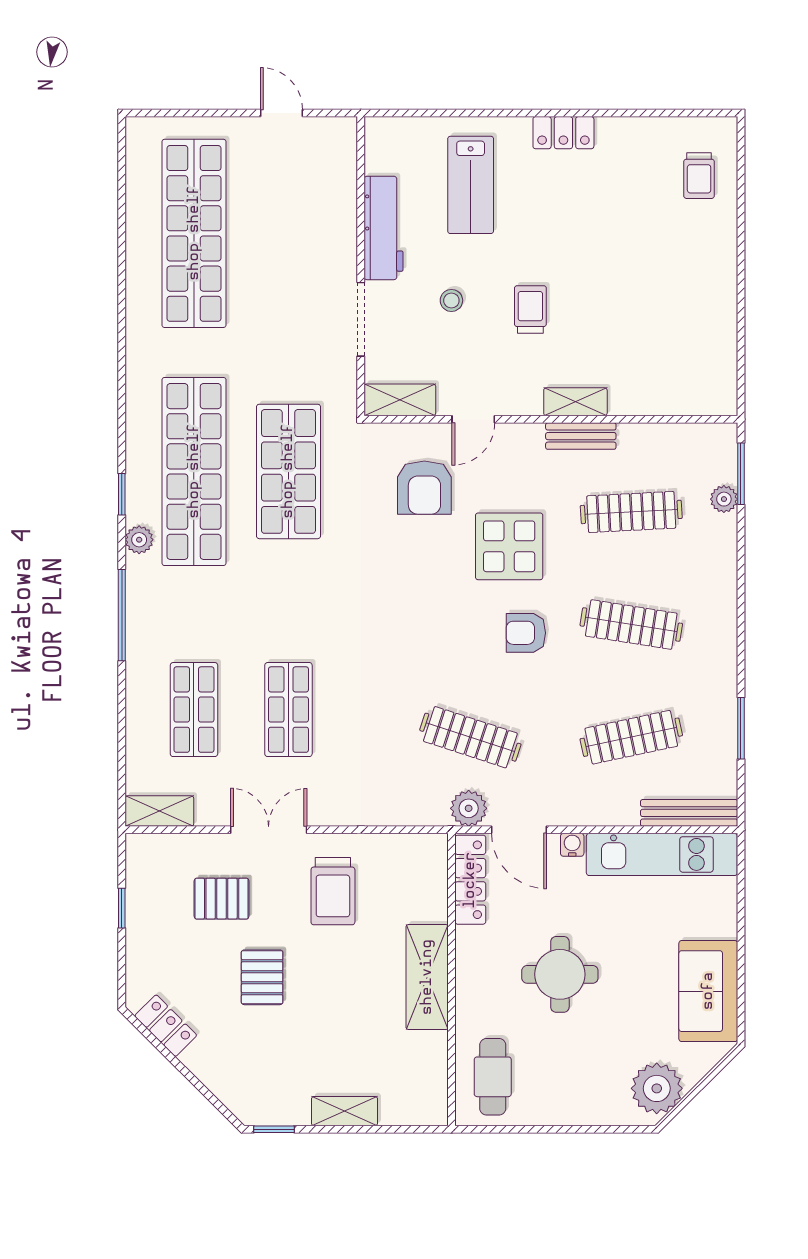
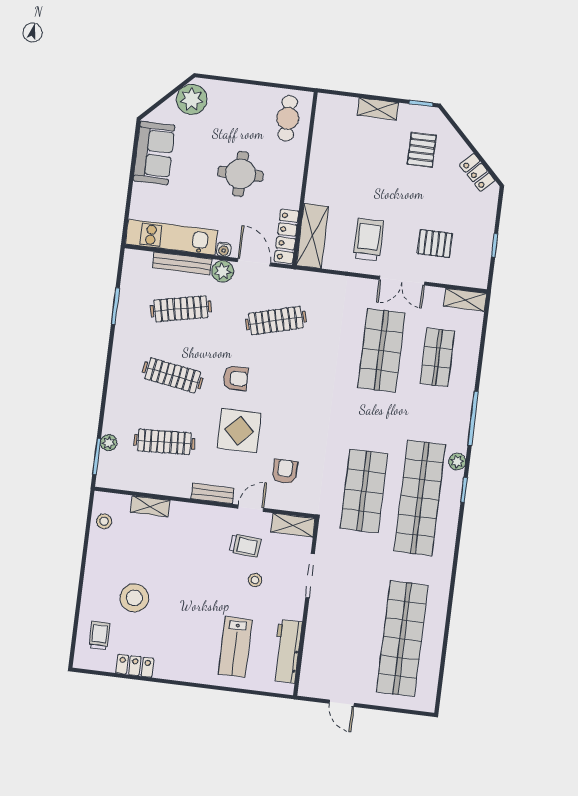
locker: (563, 133) -> (135, 666), moved
lab bench: (471, 185) -> (235, 647), turned 180
workbench: (384, 228) -> (287, 651), moved
stool: (649, 246) -> (134, 598), added
trolley: (530, 309) -> (245, 546), moved, turned -85
stool: (715, 367) -> (104, 521), added
shelving: (575, 402) -> (150, 506), moved
bench: (581, 436) -> (213, 493), moved
armchair: (424, 488) -> (285, 471), width x0.72, depth x0.72
shop shelf: (288, 710) -> (381, 350), width x1.43, depth x1.36
clothes rail: (470, 737) -> (276, 321), turned -33
plant: (469, 808) -> (223, 271), moved
bench: (689, 813) -> (182, 263), moved
pallet: (262, 977) -> (422, 150), moved
shelving: (427, 977) -> (312, 236), moved

